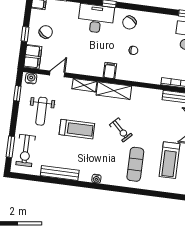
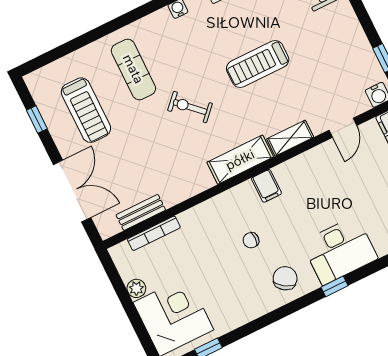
weight bench: (41, 111) -> (329, 55), removed
treadmill: (169, 160) -> (86, 110), turned 180

